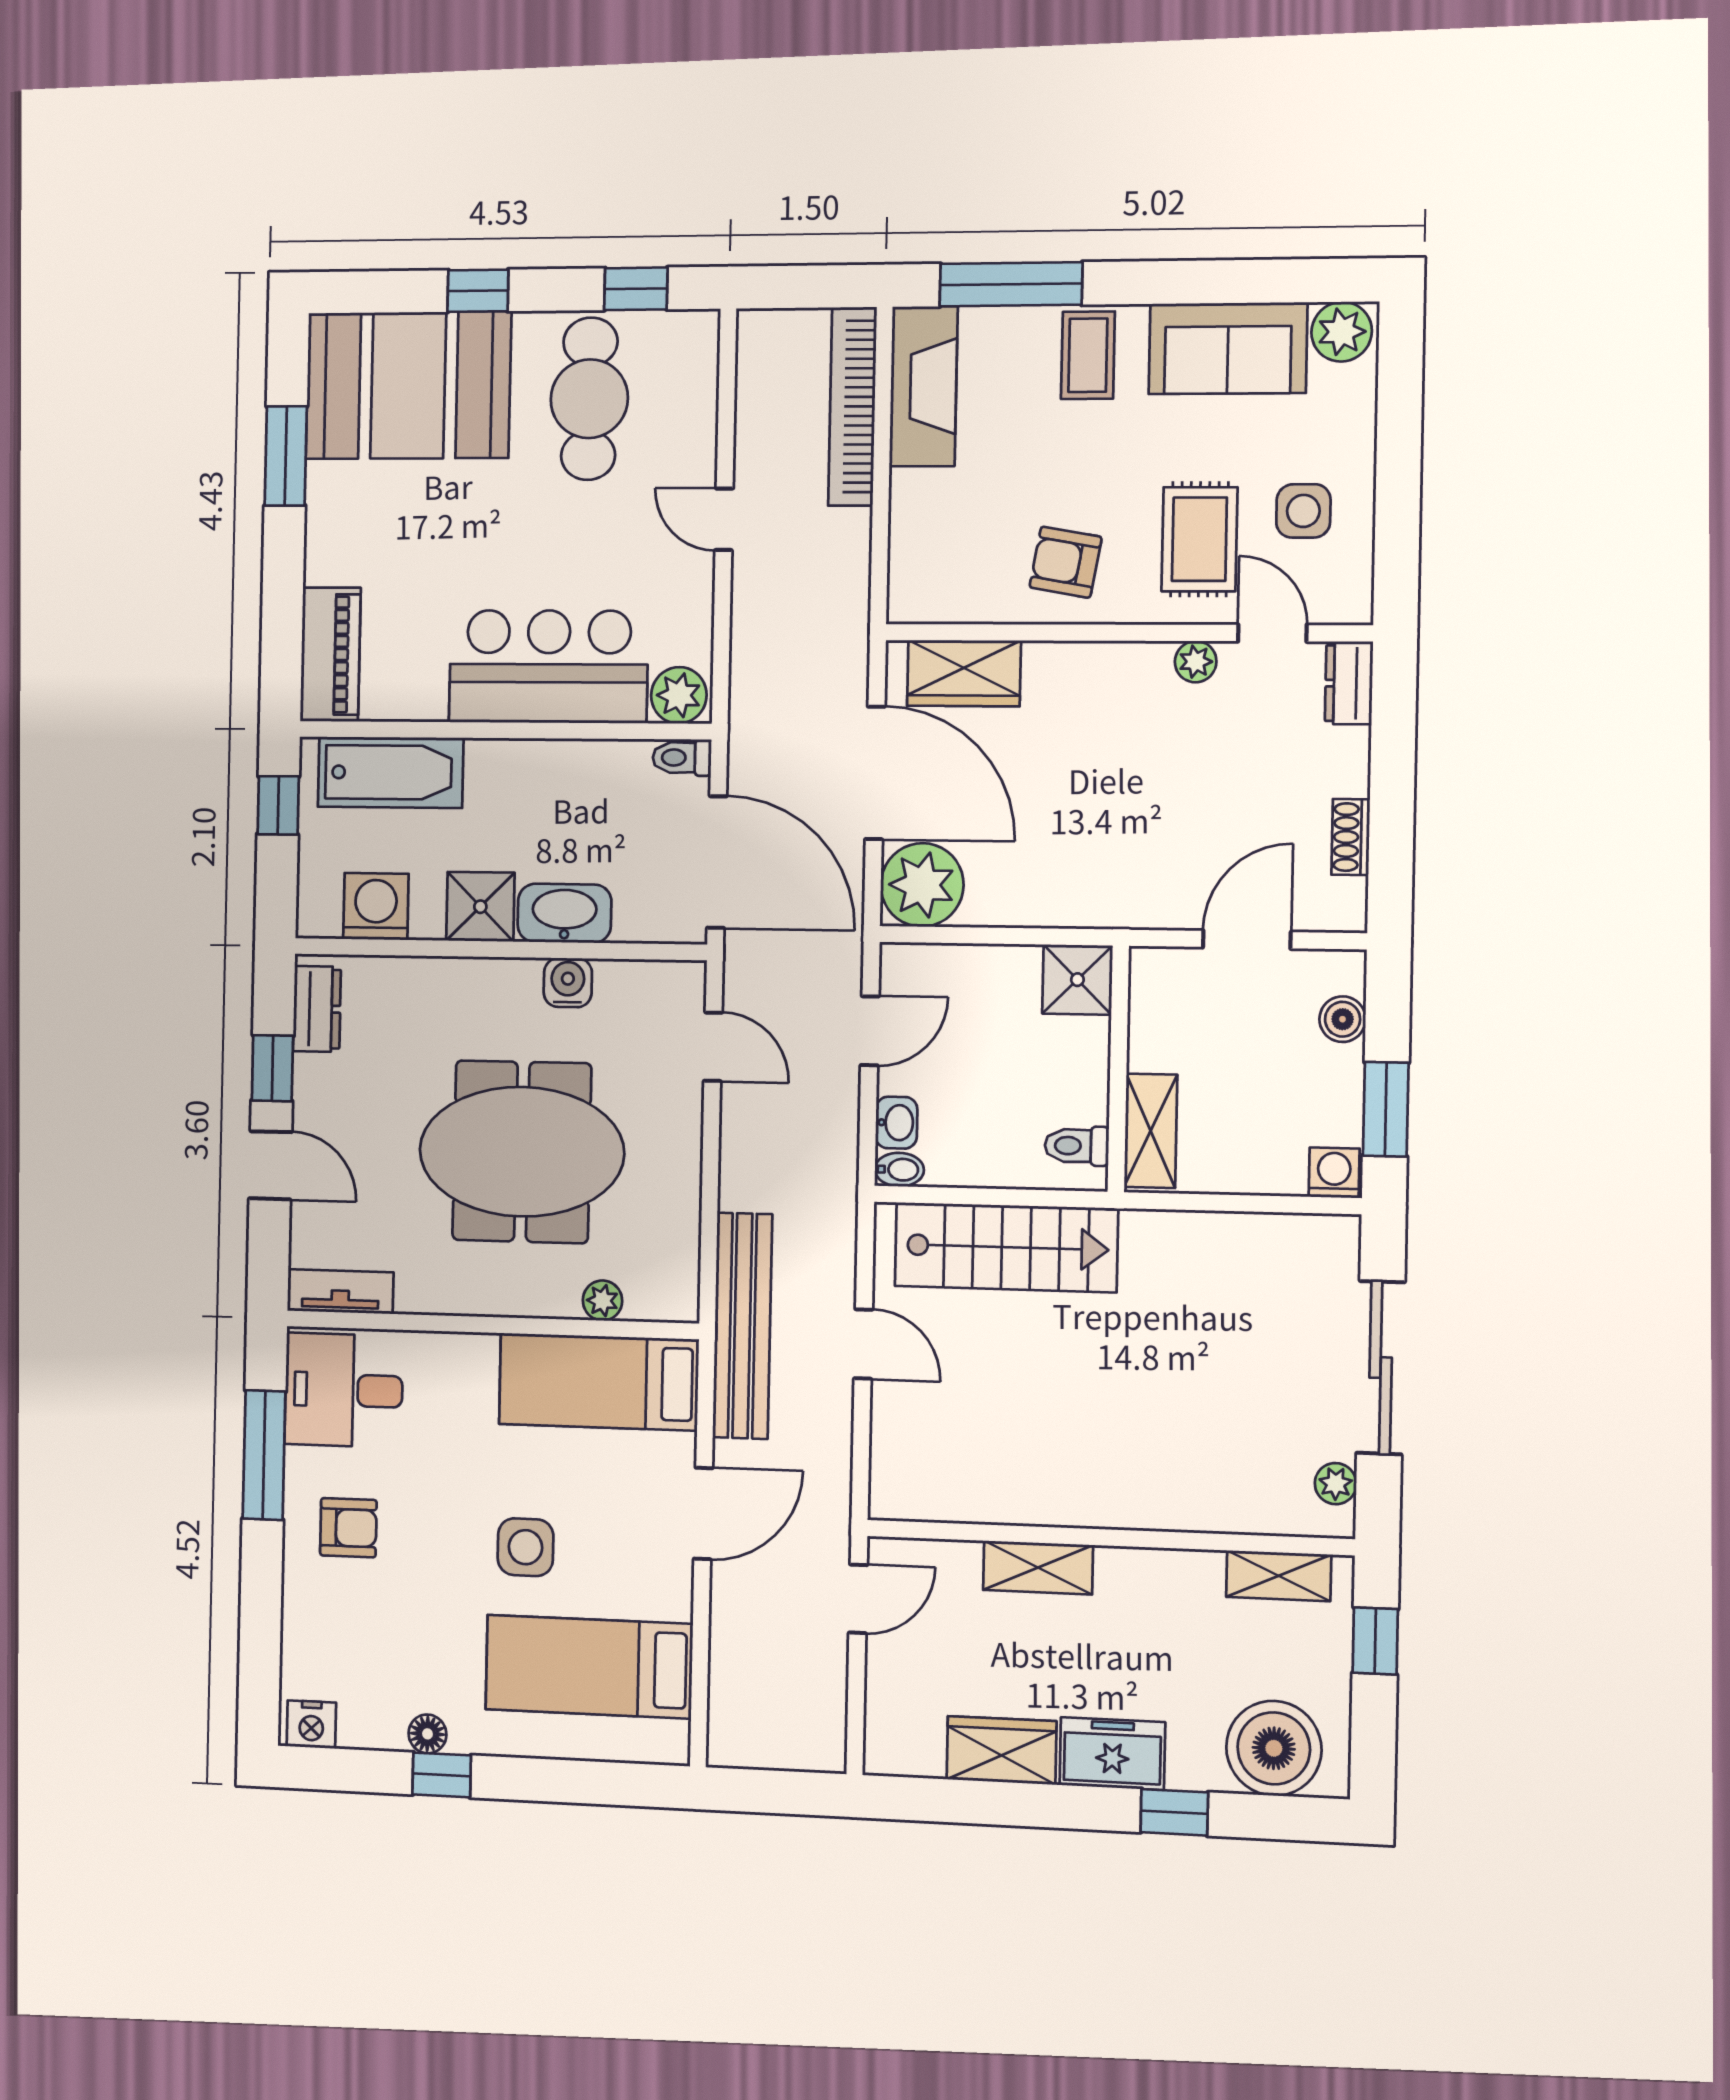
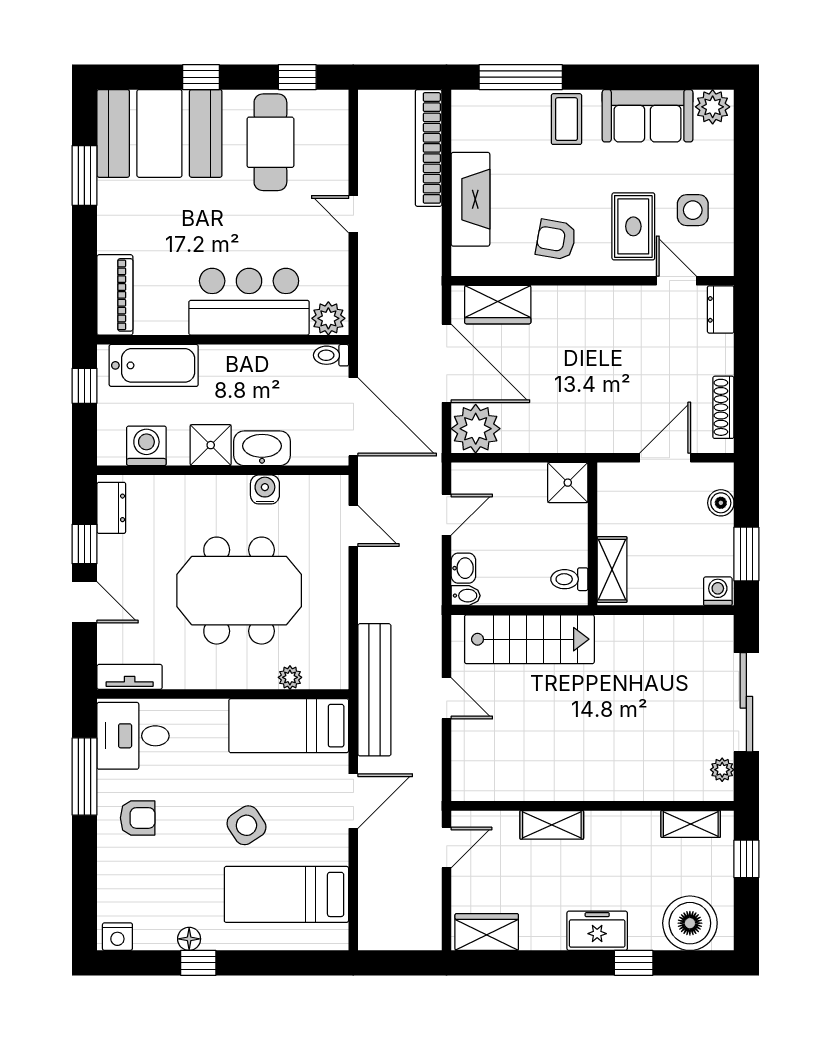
fireplace: (924, 386) -> (470, 199), moved
plant: (1196, 662) -> (633, 297), removed
shoe rack: (1351, 837) -> (723, 407), width x1.43
side table: (525, 1547) -> (246, 825), turned -33
wardrobe: (1002, 1750) -> (487, 932), moved

